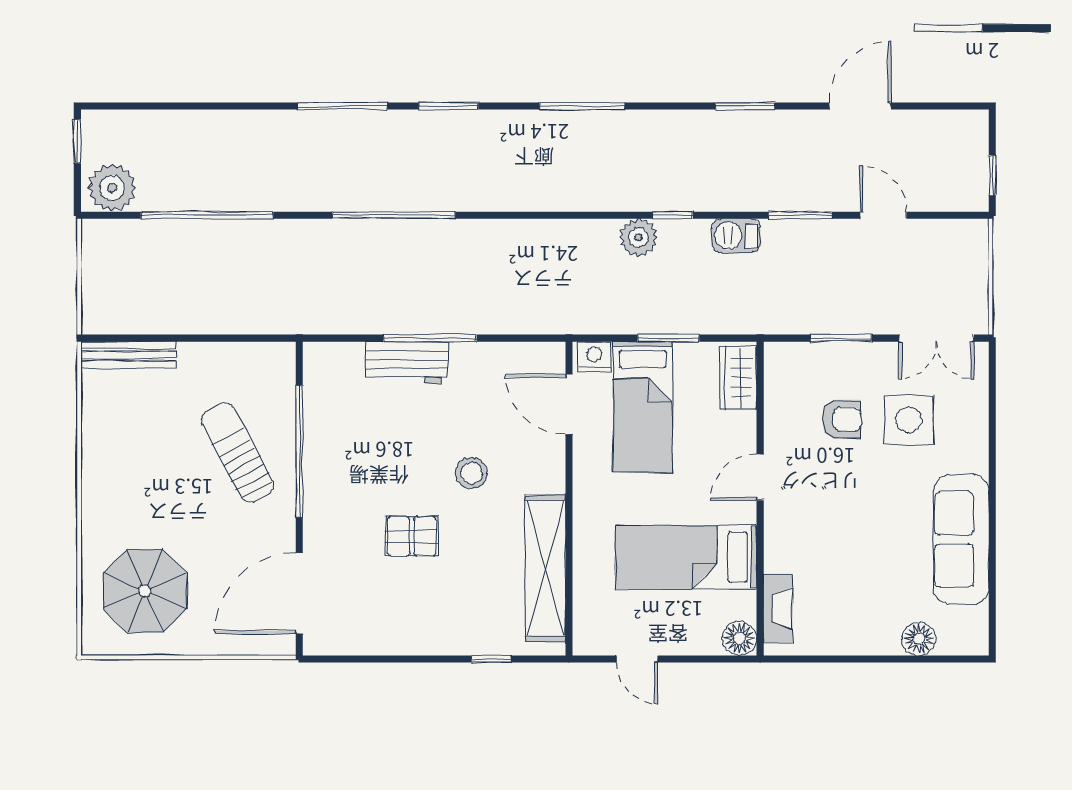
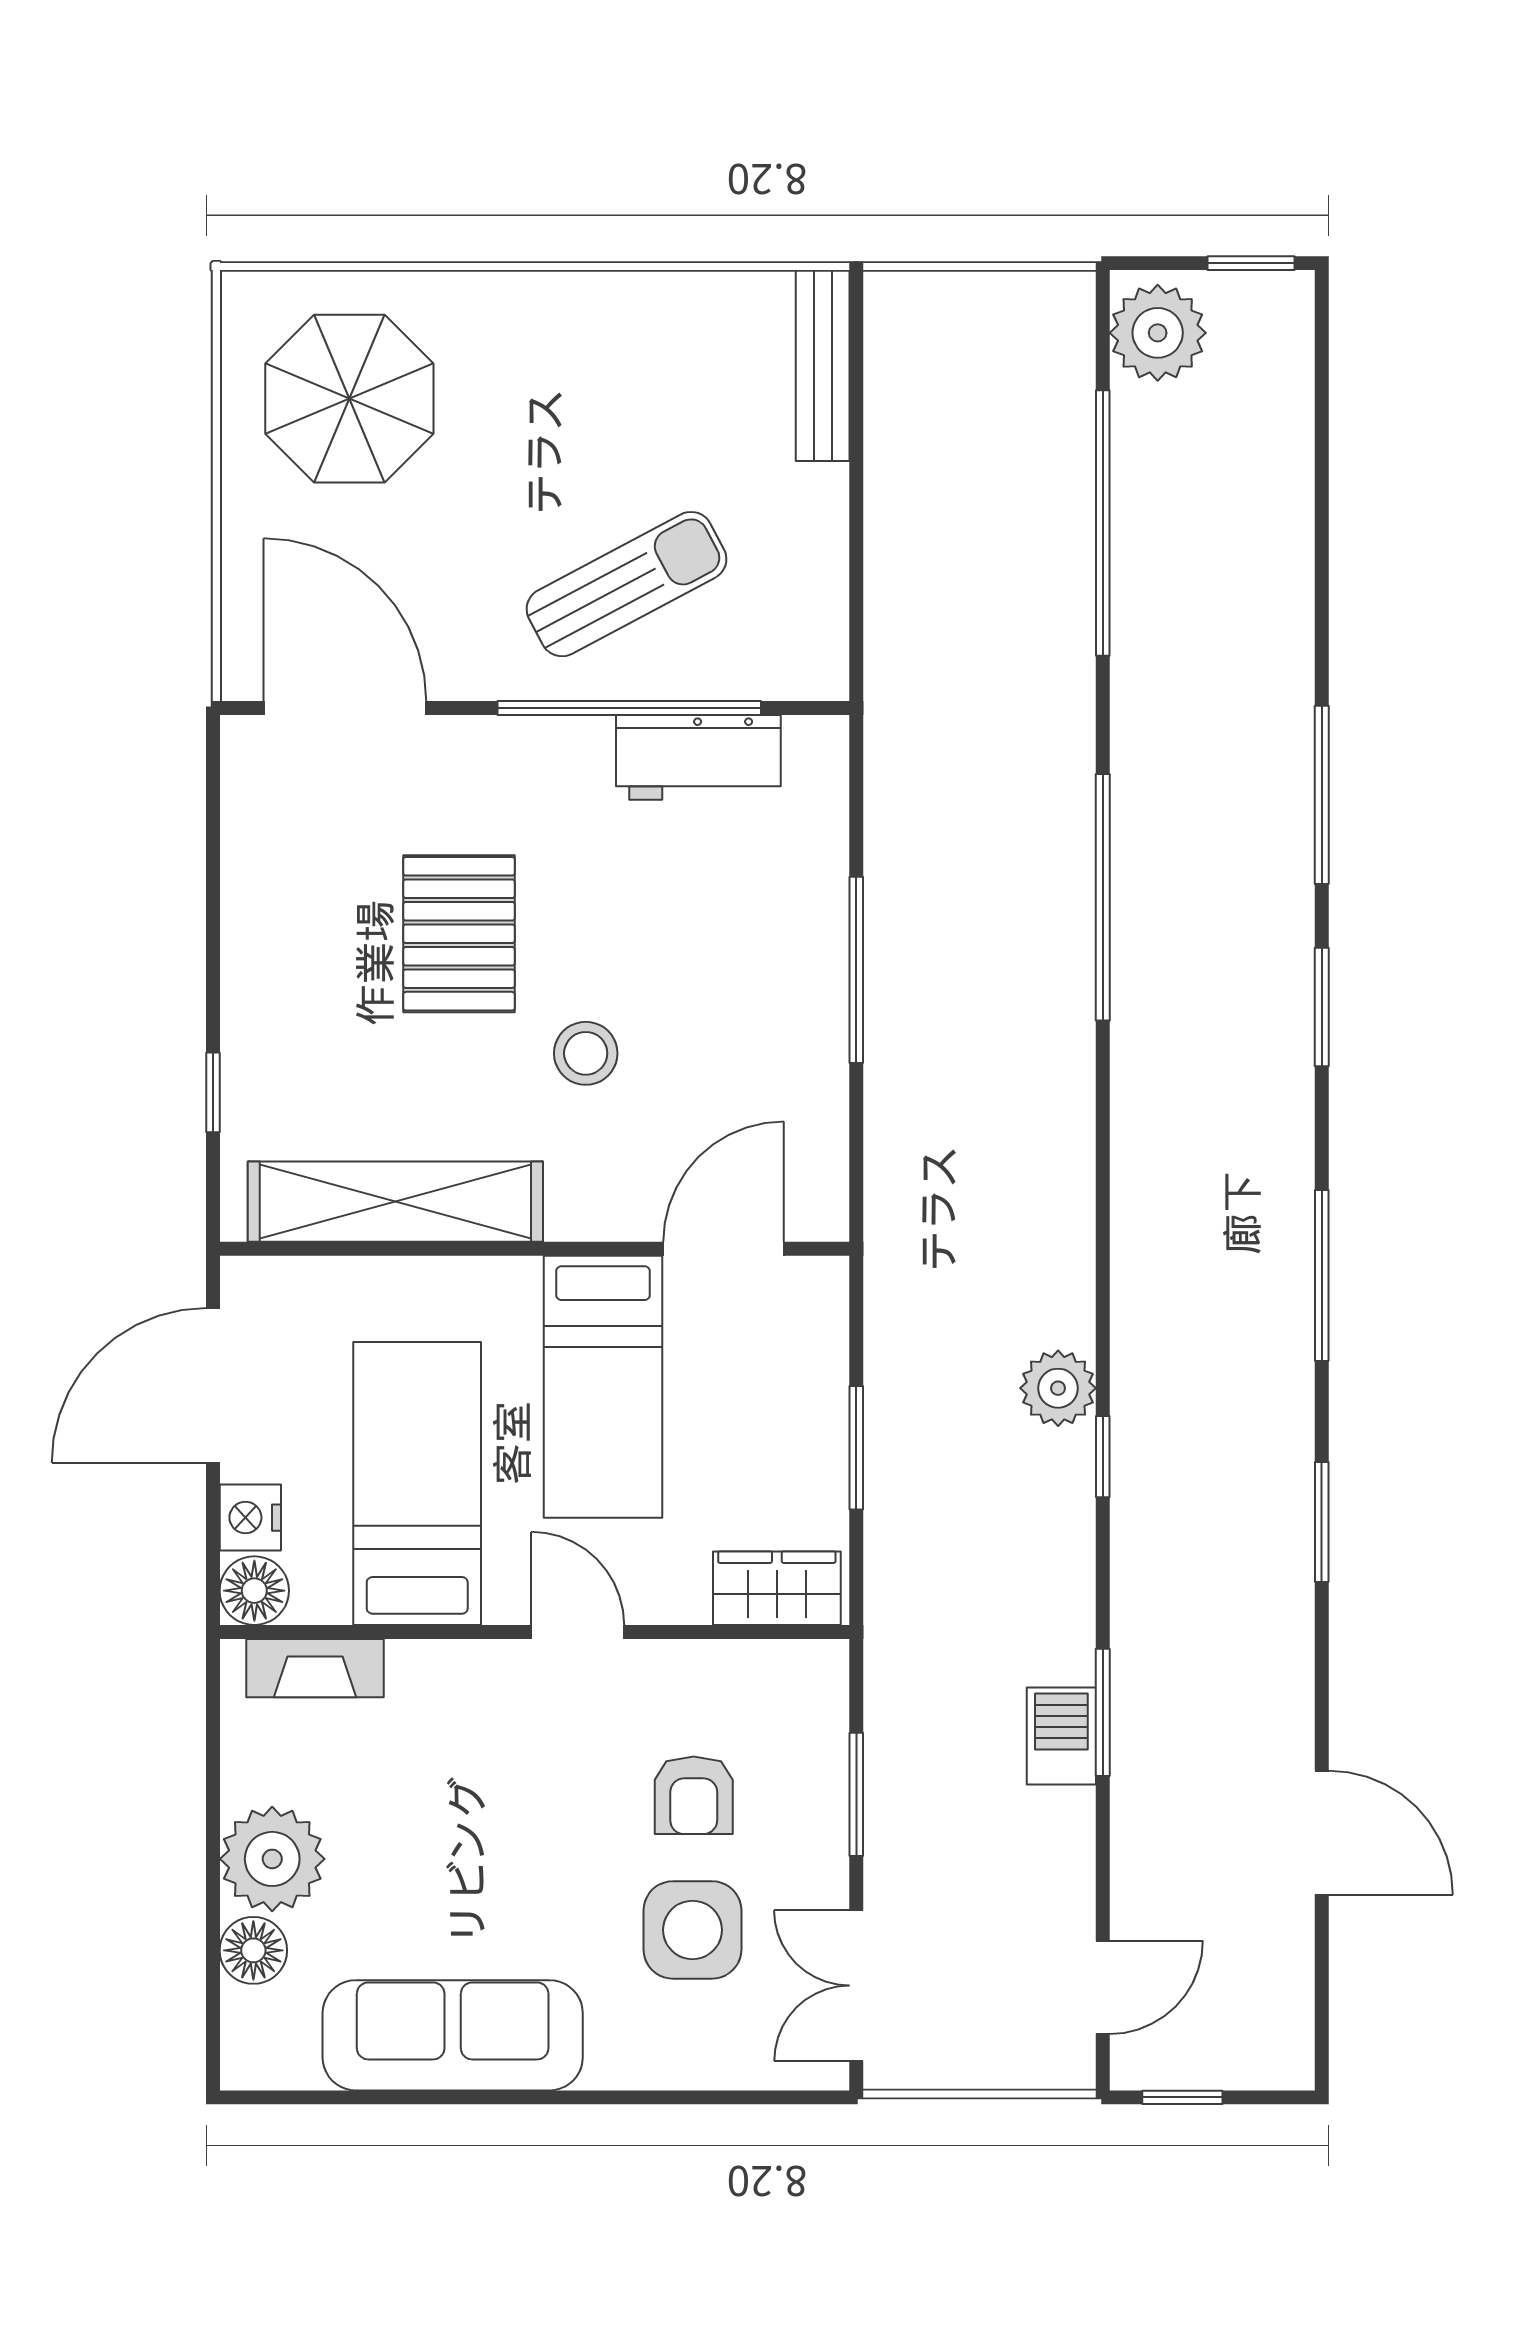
window: (745, 106) -> (1322, 1522), moved
door: (883, 215) -> (1103, 1987), moved
barbecue: (736, 236) -> (1061, 1736), moved
nightstand: (594, 357) -> (250, 1518), moved, turned 180
workbench: (407, 363) -> (698, 757), moved, turned -90
bed: (643, 407) -> (603, 1387), moved, turned -90
pallet: (412, 536) -> (459, 934), width x1.50, depth x1.42
plant: (873, 629) -> (272, 1859), added
door: (637, 659) -> (213, 1386), width x1.88

